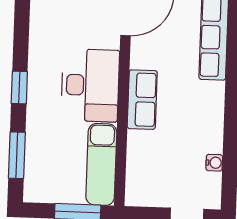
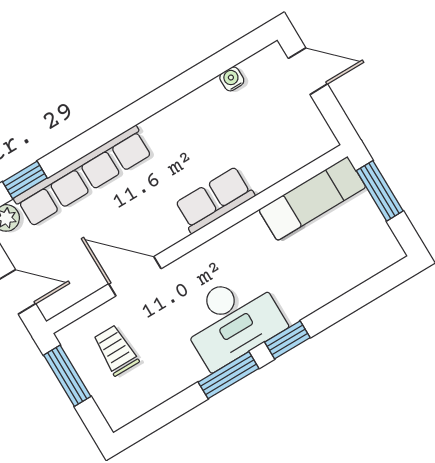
desk: (90, 85) -> (232, 320), moved, turned 180
window: (17, 155) -> (228, 375), moved

